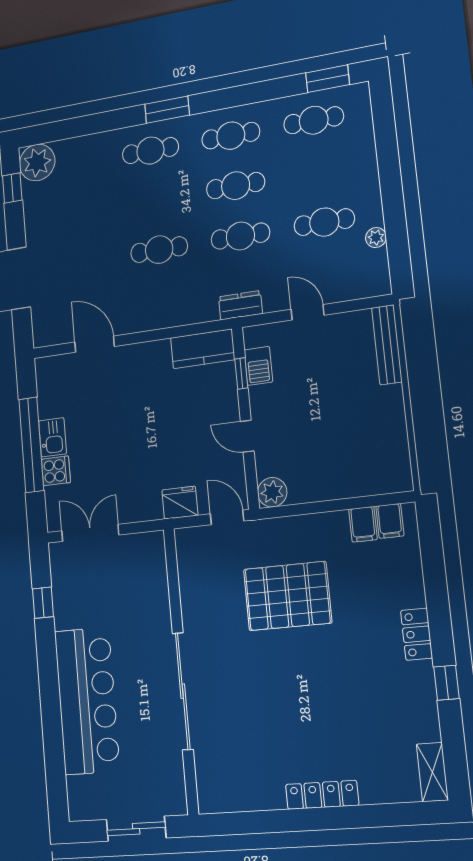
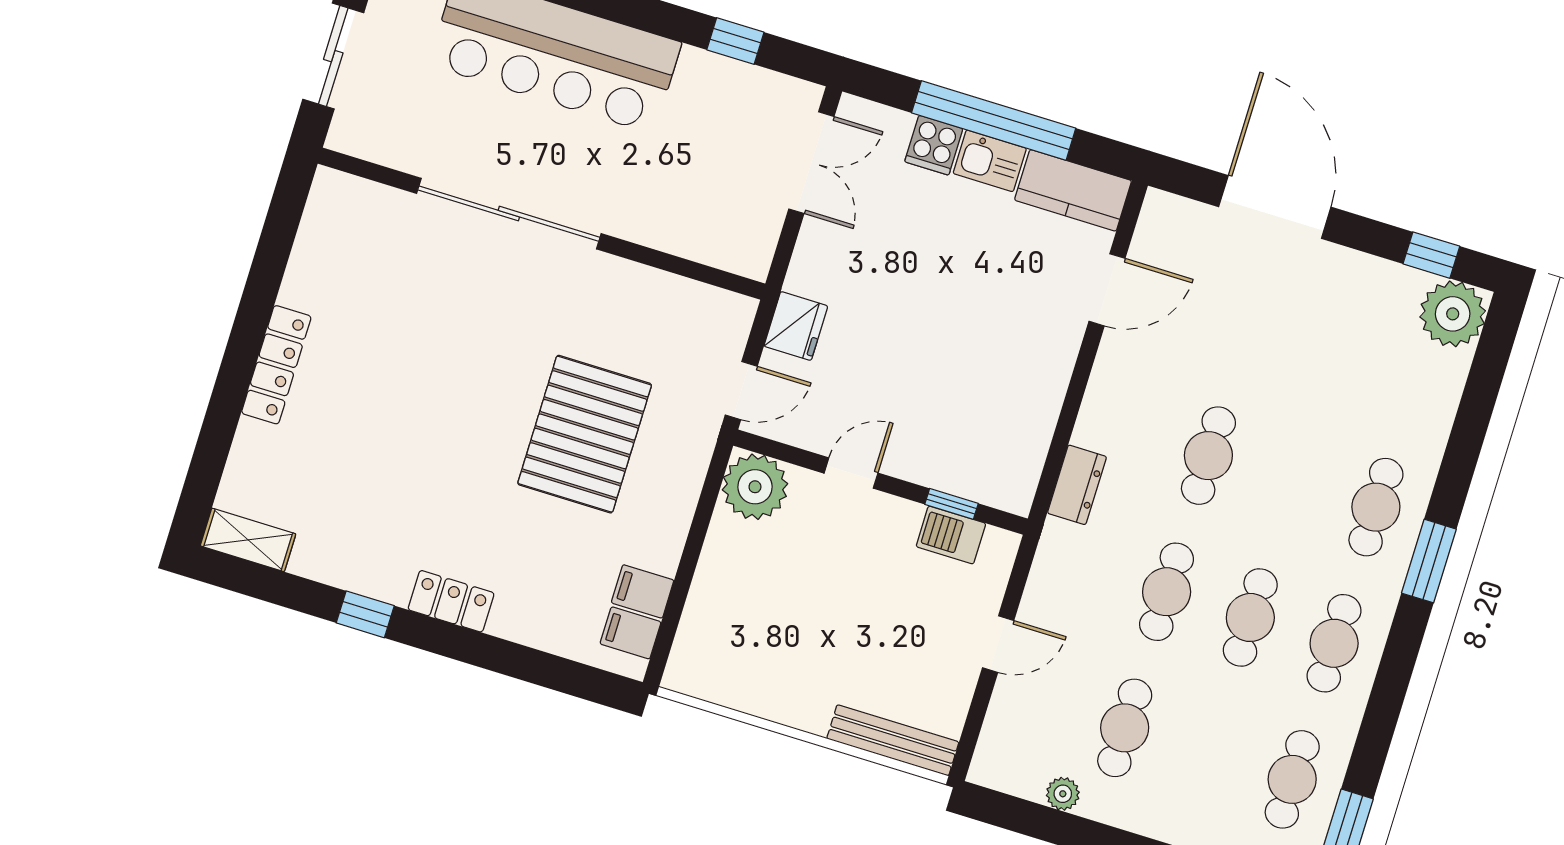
dresser: (240, 305) -> (1077, 485), moved
kitchen counter: (203, 349) -> (1073, 190), moved, turned -90
plant: (272, 492) -> (755, 487), width x1.36, depth x1.36

